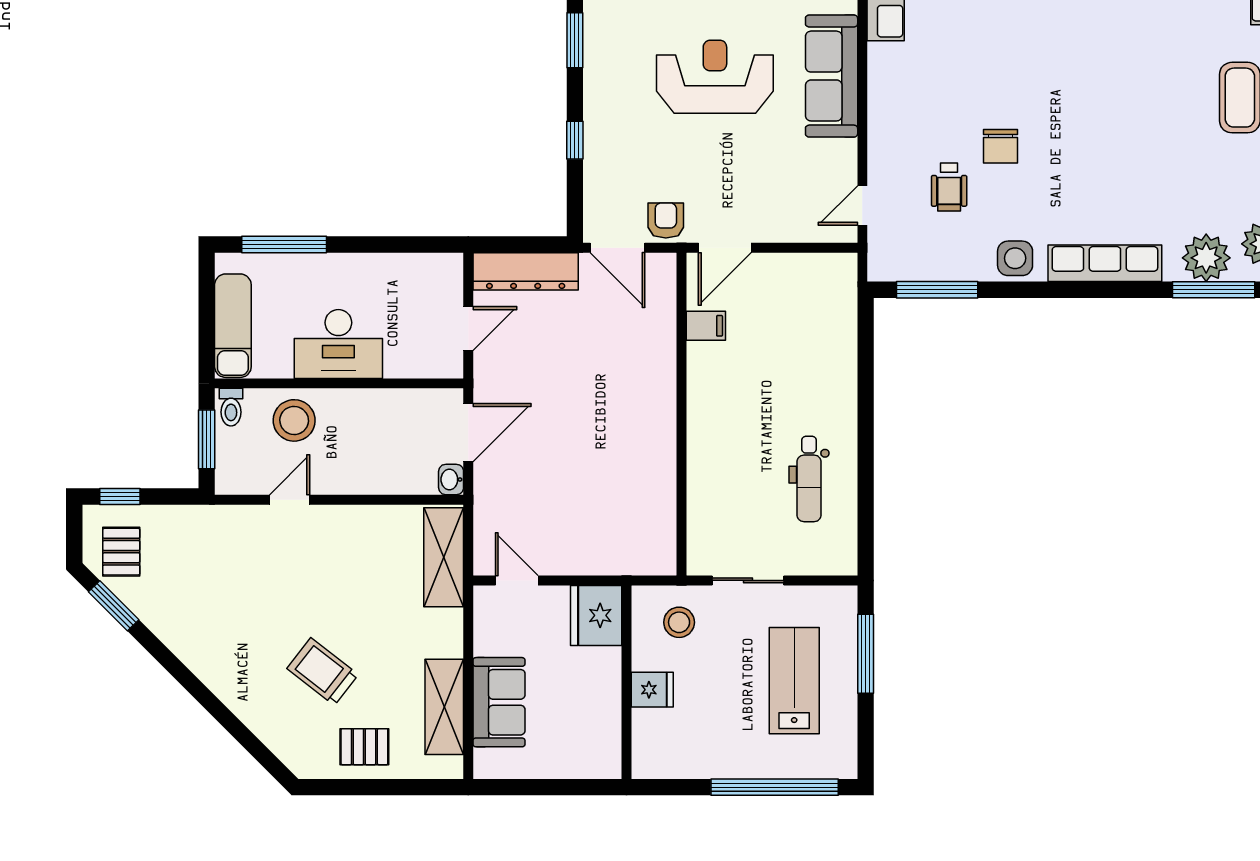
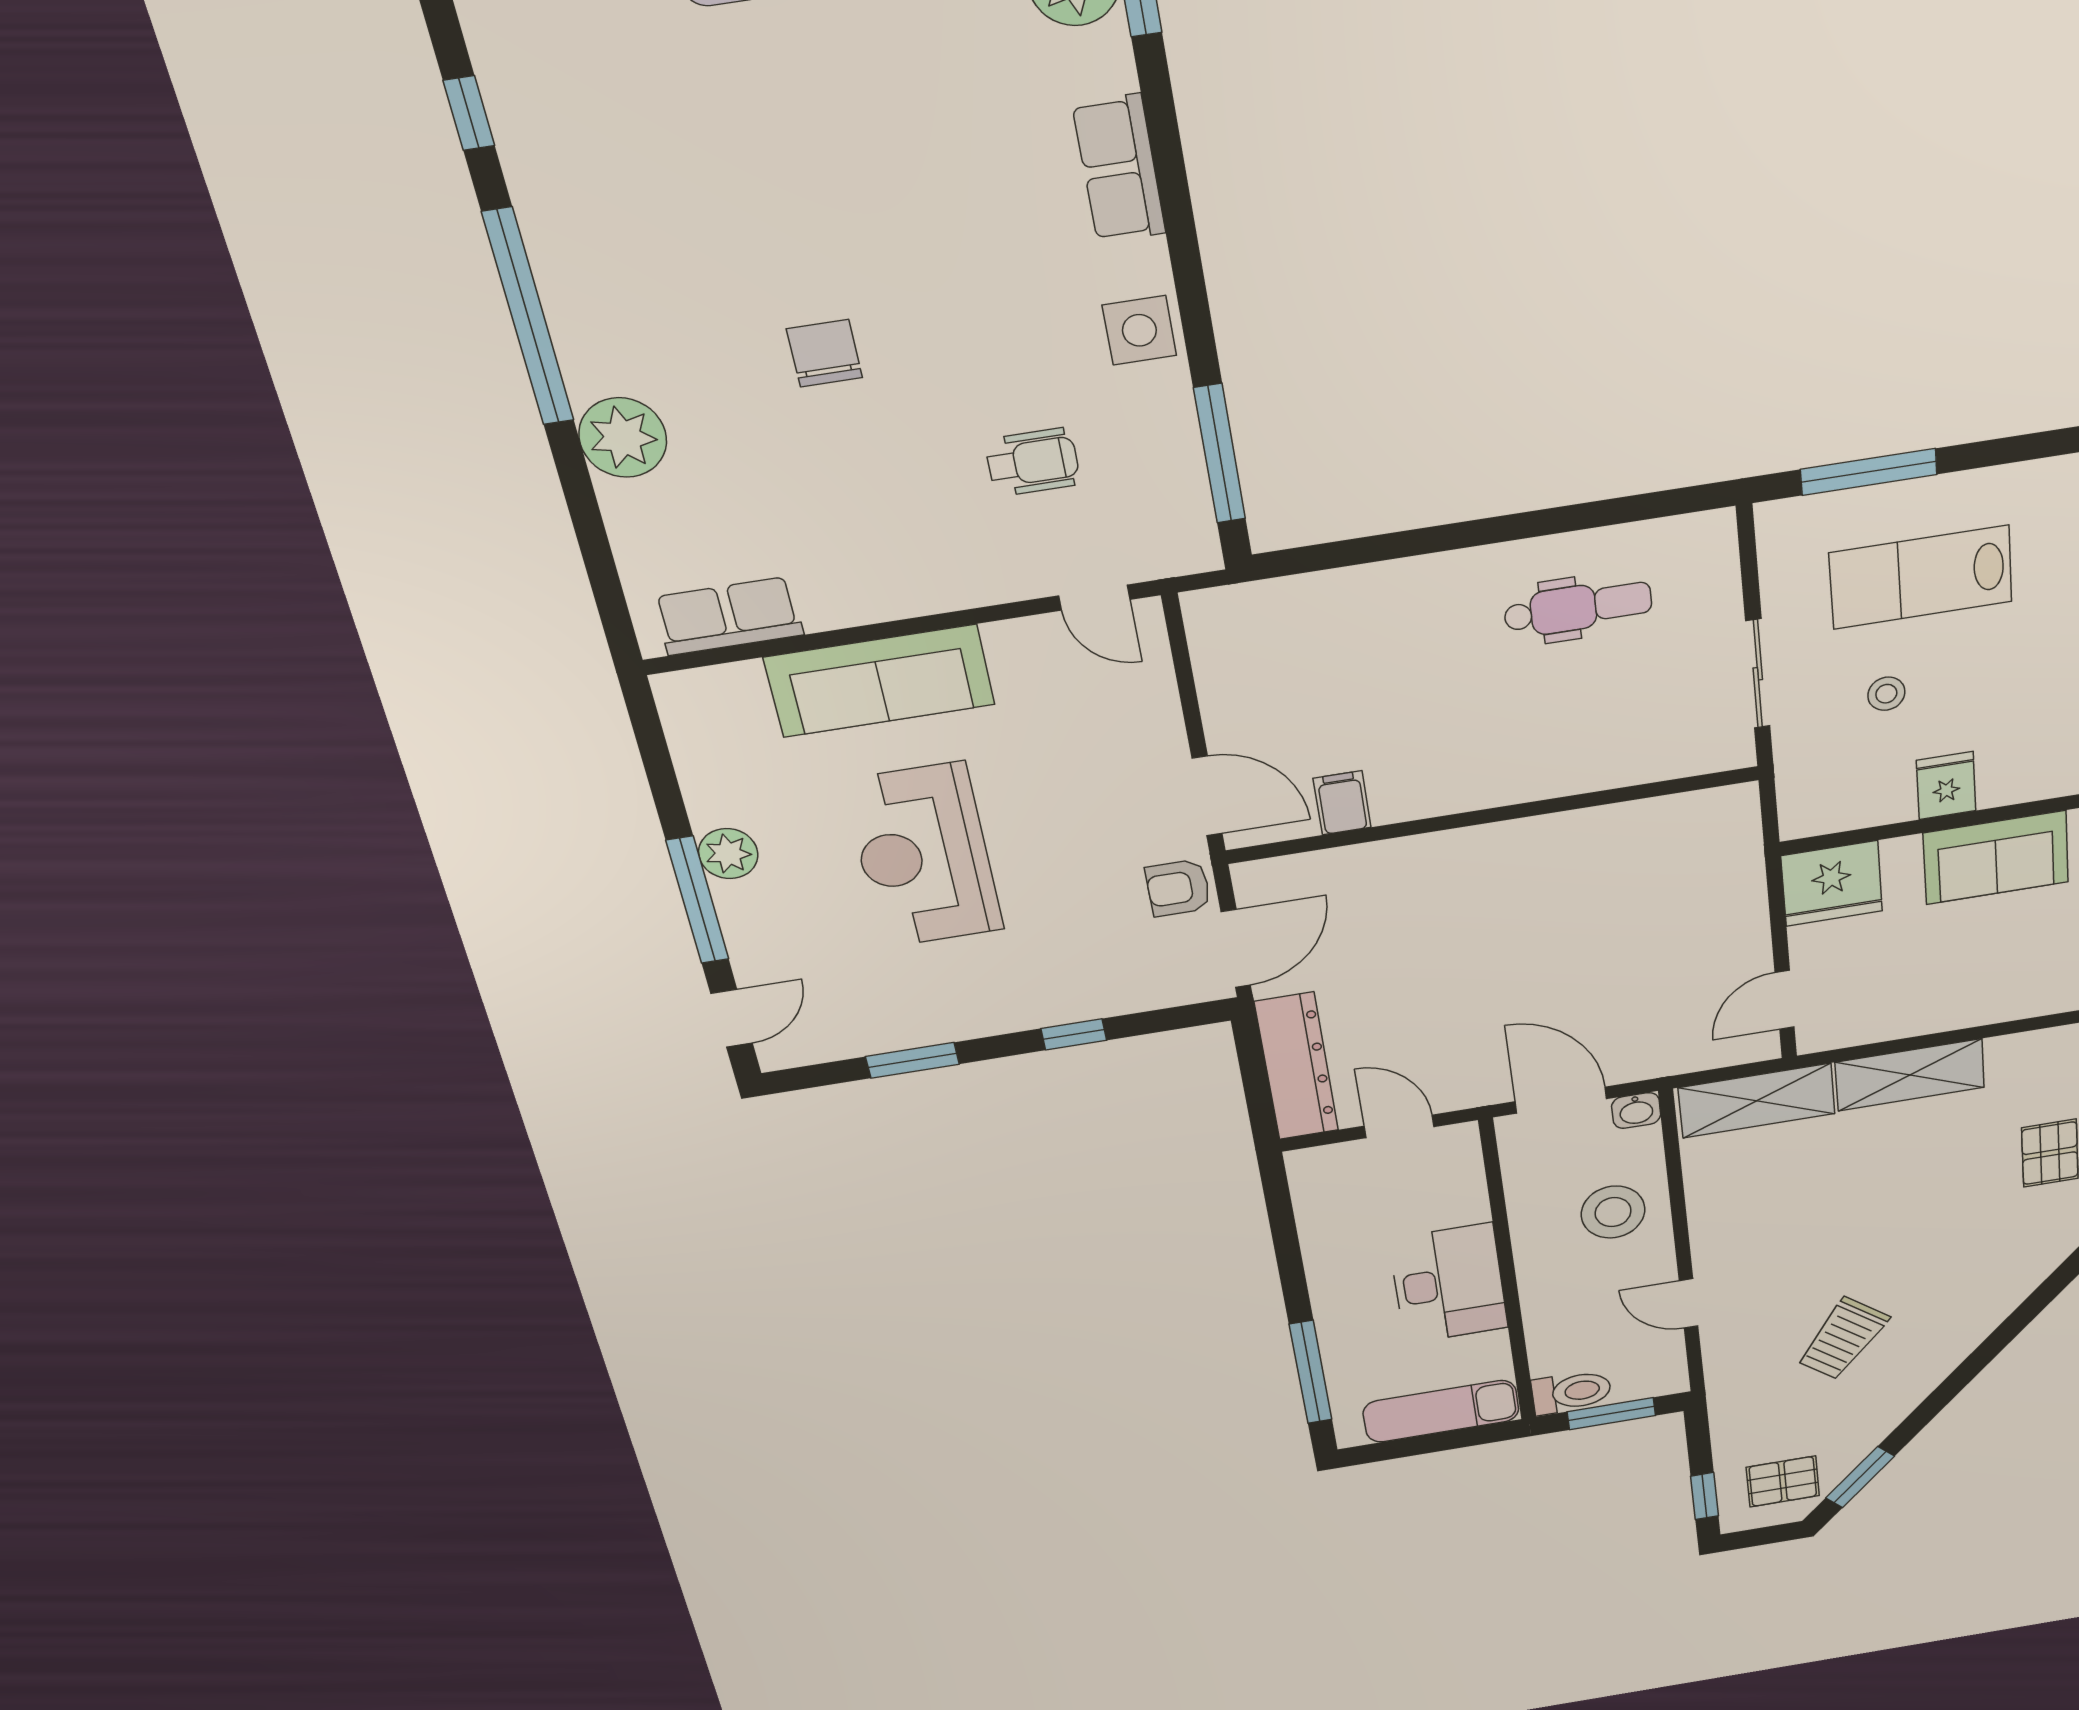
chair: (1000, 146) -> (825, 353), moved, turned -90
row of seats: (1105, 263) -> (1119, 169), width x0.68
toilet: (231, 407) -> (1571, 1392), width x1.37, depth x1.39
stool: (294, 420) -> (1613, 1212), moved
stool: (679, 622) -> (1886, 694), moved, width x0.73, depth x0.73
trolley: (323, 672) -> (1843, 1339), moved
sofa: (499, 702) -> (1996, 858), moved, turned 180
shelving: (444, 707) -> (1910, 1075), moved

